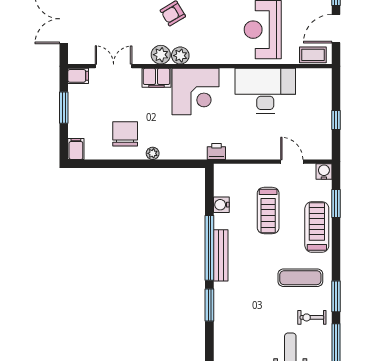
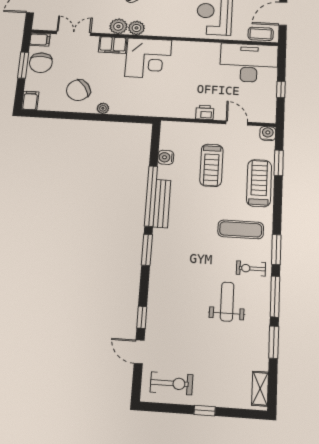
desk: (265, 91) -> (249, 63), moved
chair: (82, 104) -> (41, 63), added
chair: (125, 134) -> (78, 90), turned -124
printer: (216, 151) -> (205, 112), moved

